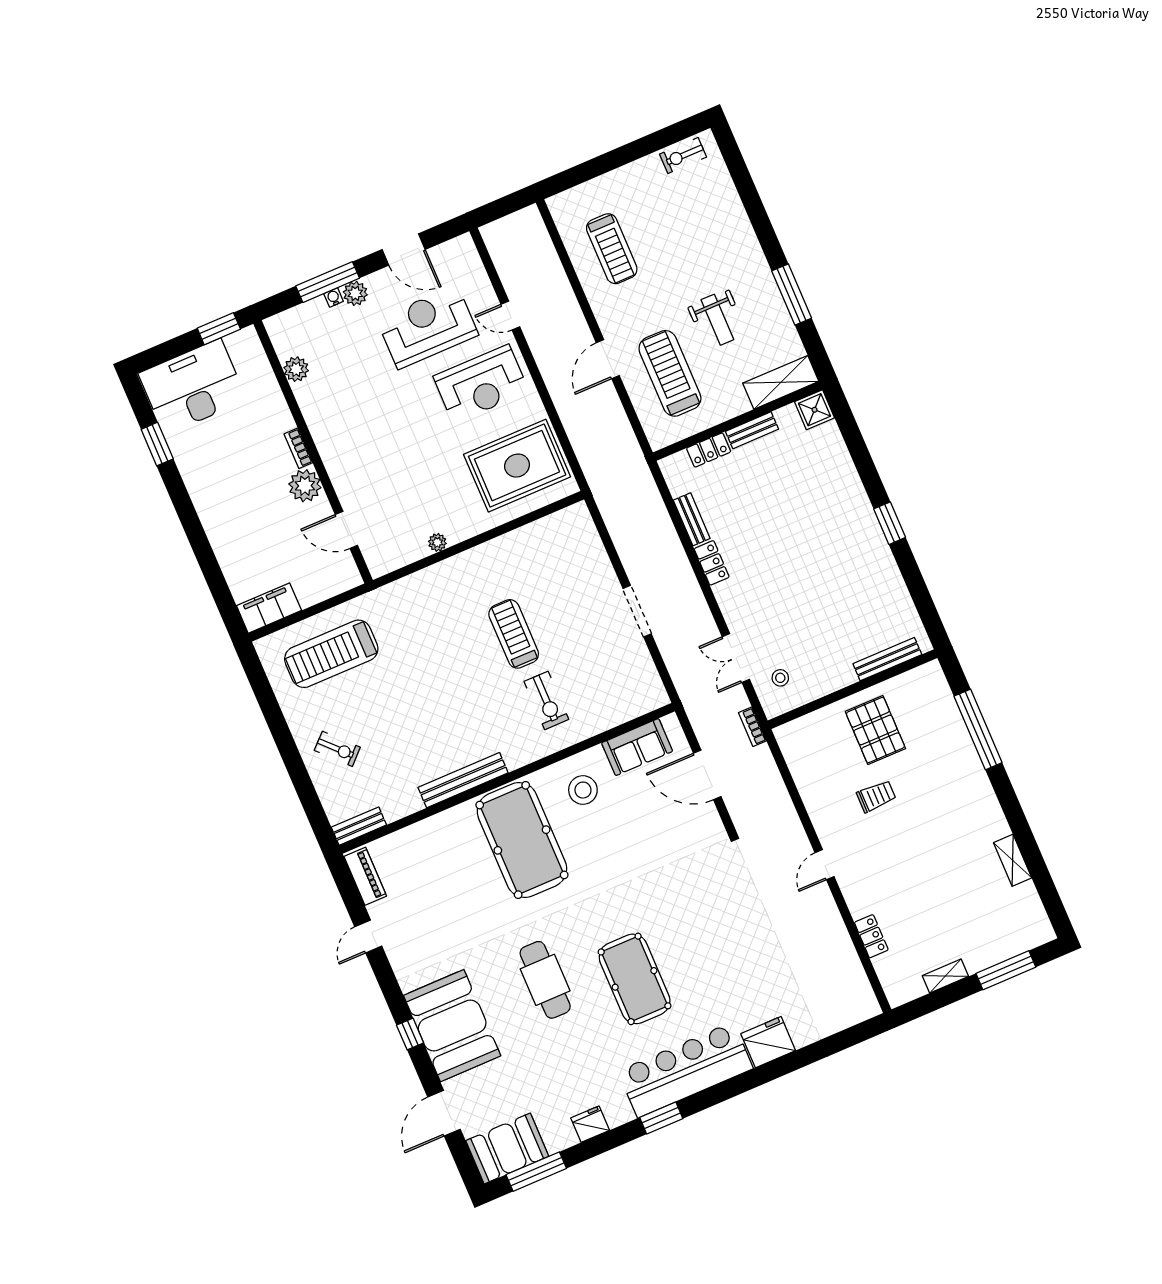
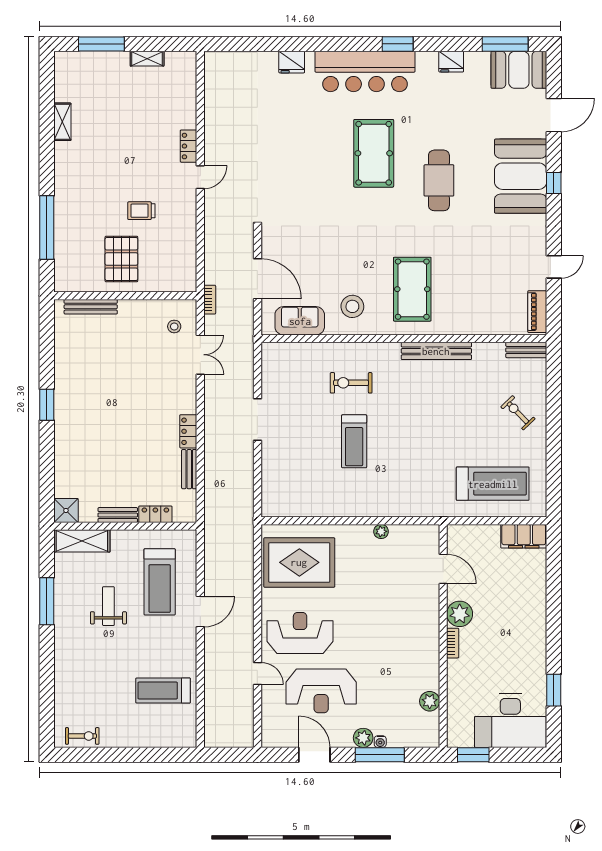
treadmill: (612, 249) -> (163, 691), turned -90
exercise bike: (546, 700) -> (351, 383), turned -90
pool table: (522, 840) -> (412, 289), width x0.73, depth x0.76
locker: (871, 936) -> (189, 146), moved
fridge: (768, 1042) -> (292, 62), width x0.73, depth x0.75

